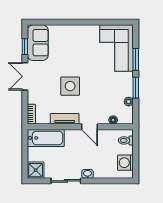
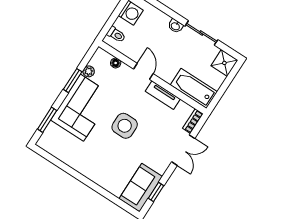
corner sofa: (117, 48) -> (82, 108), moved
window: (136, 59) -> (47, 120), moved
double door: (25, 76) -> (183, 150), moved
side table: (70, 86) -> (125, 126), moved

